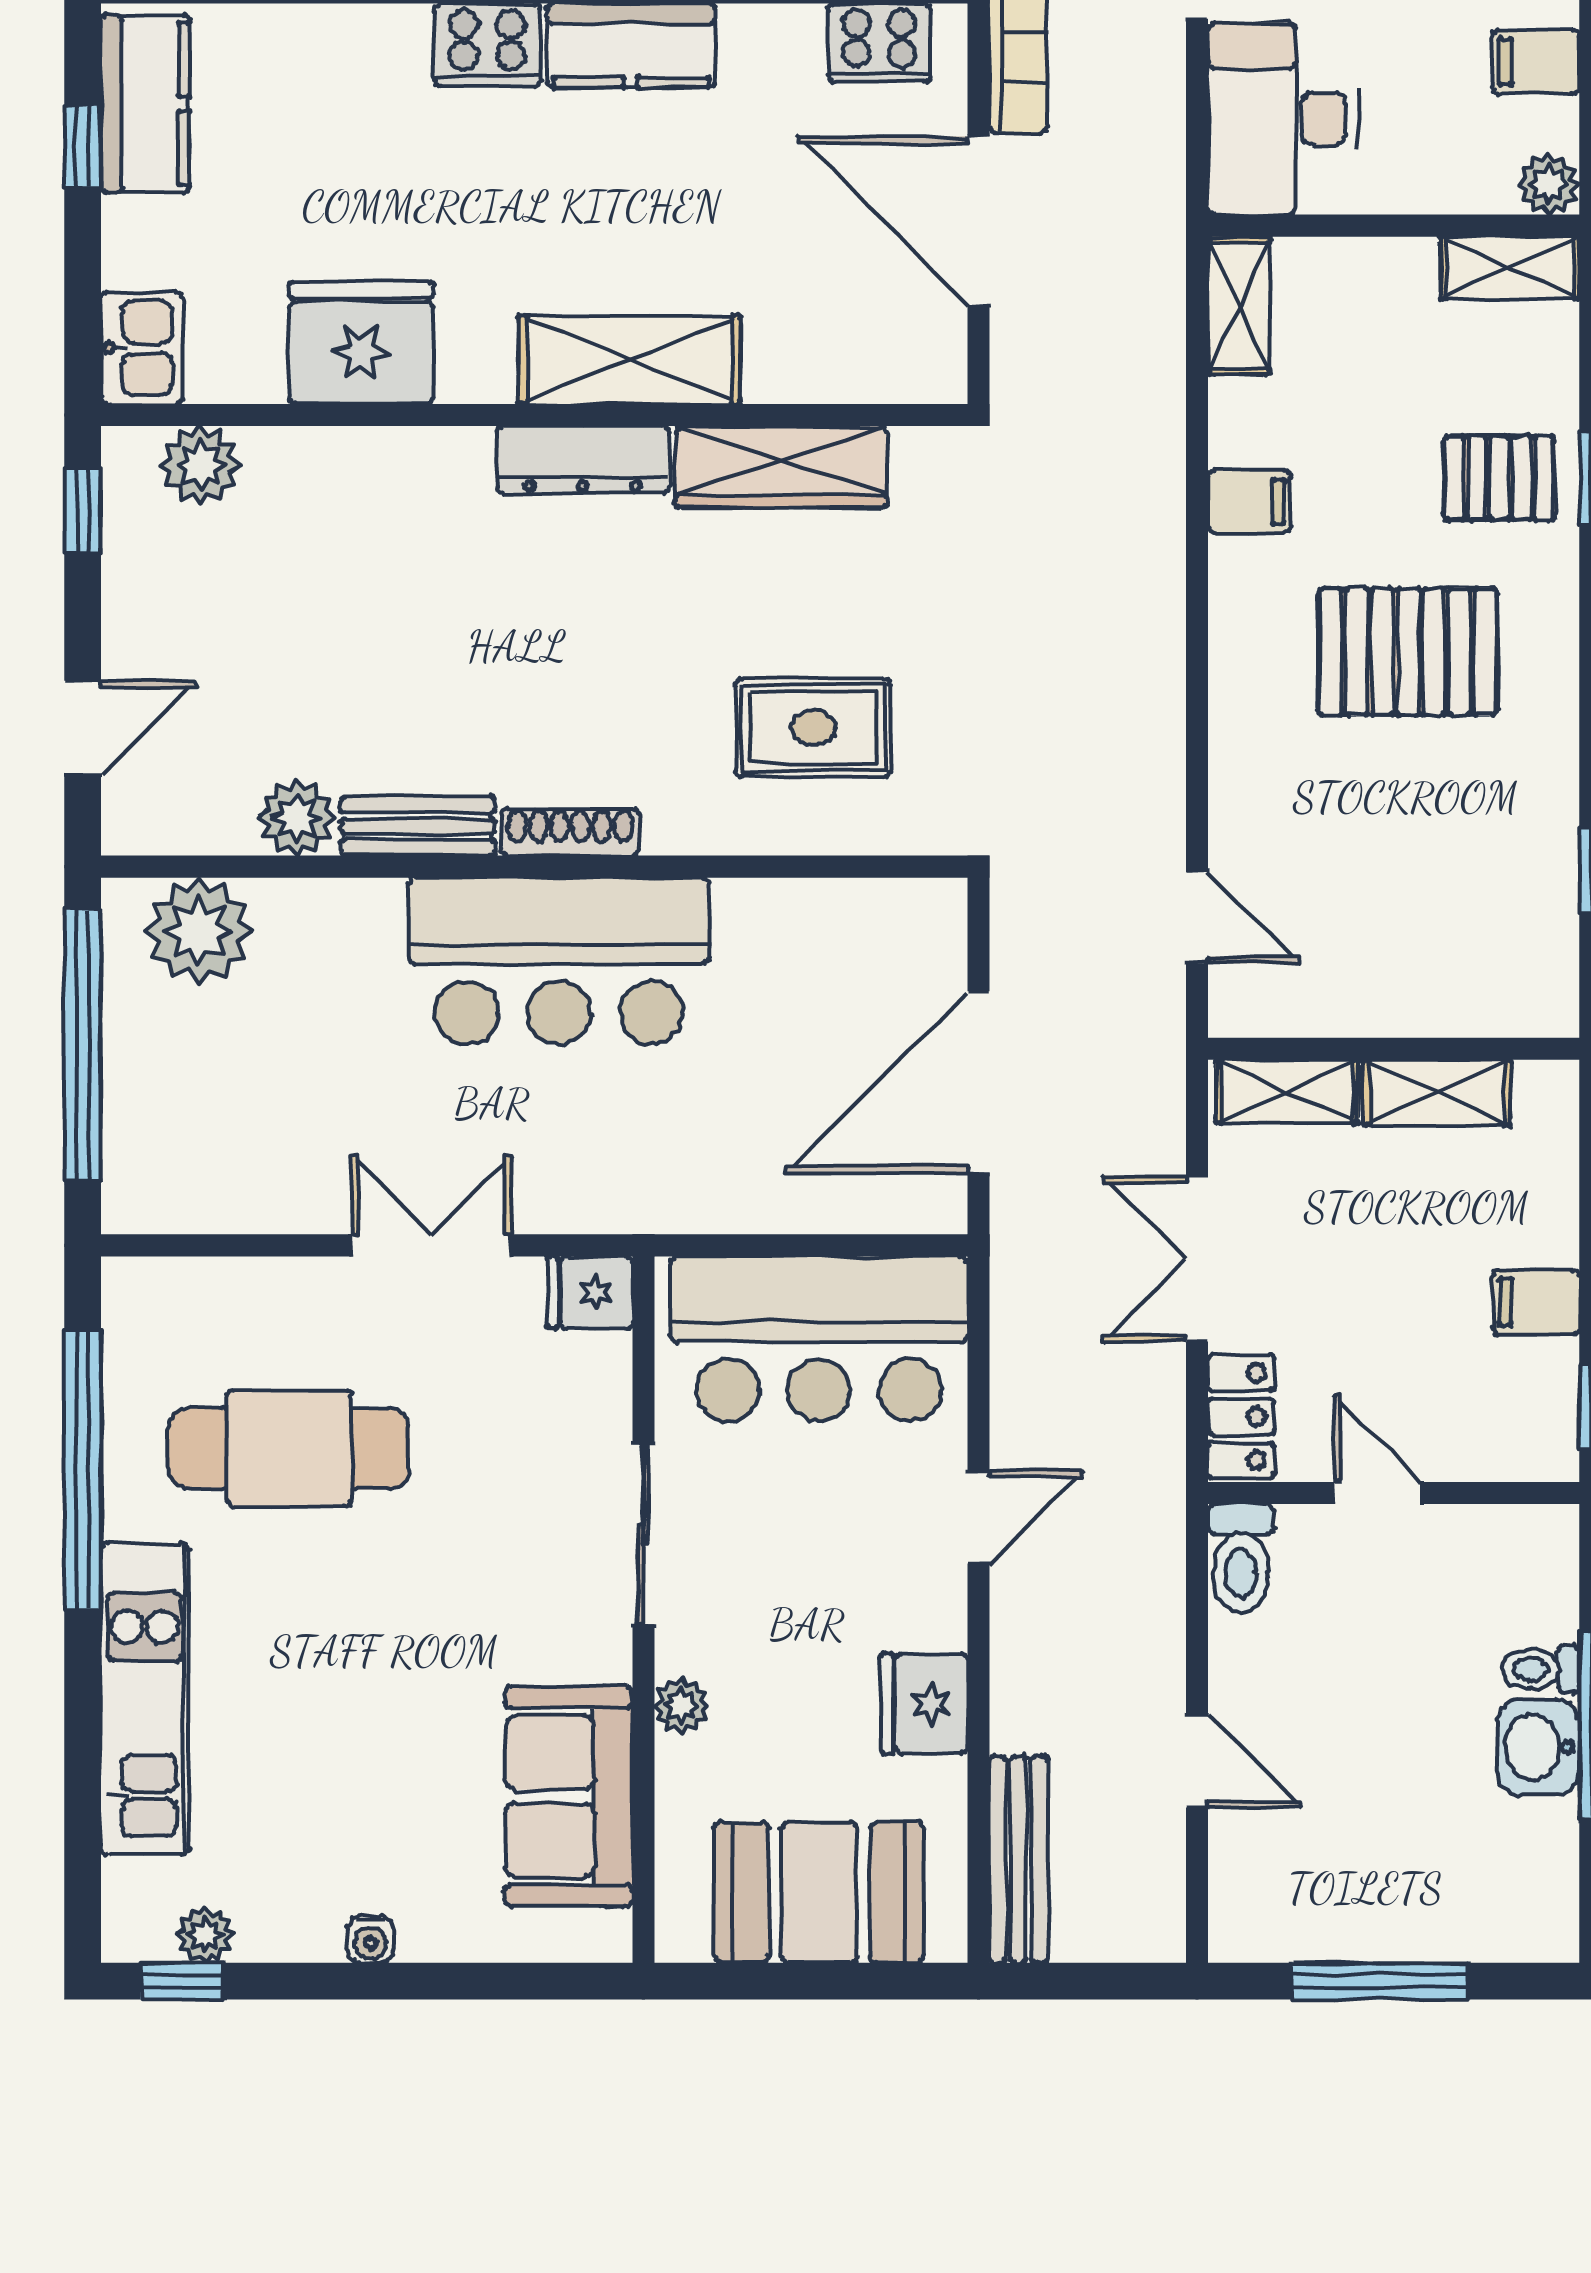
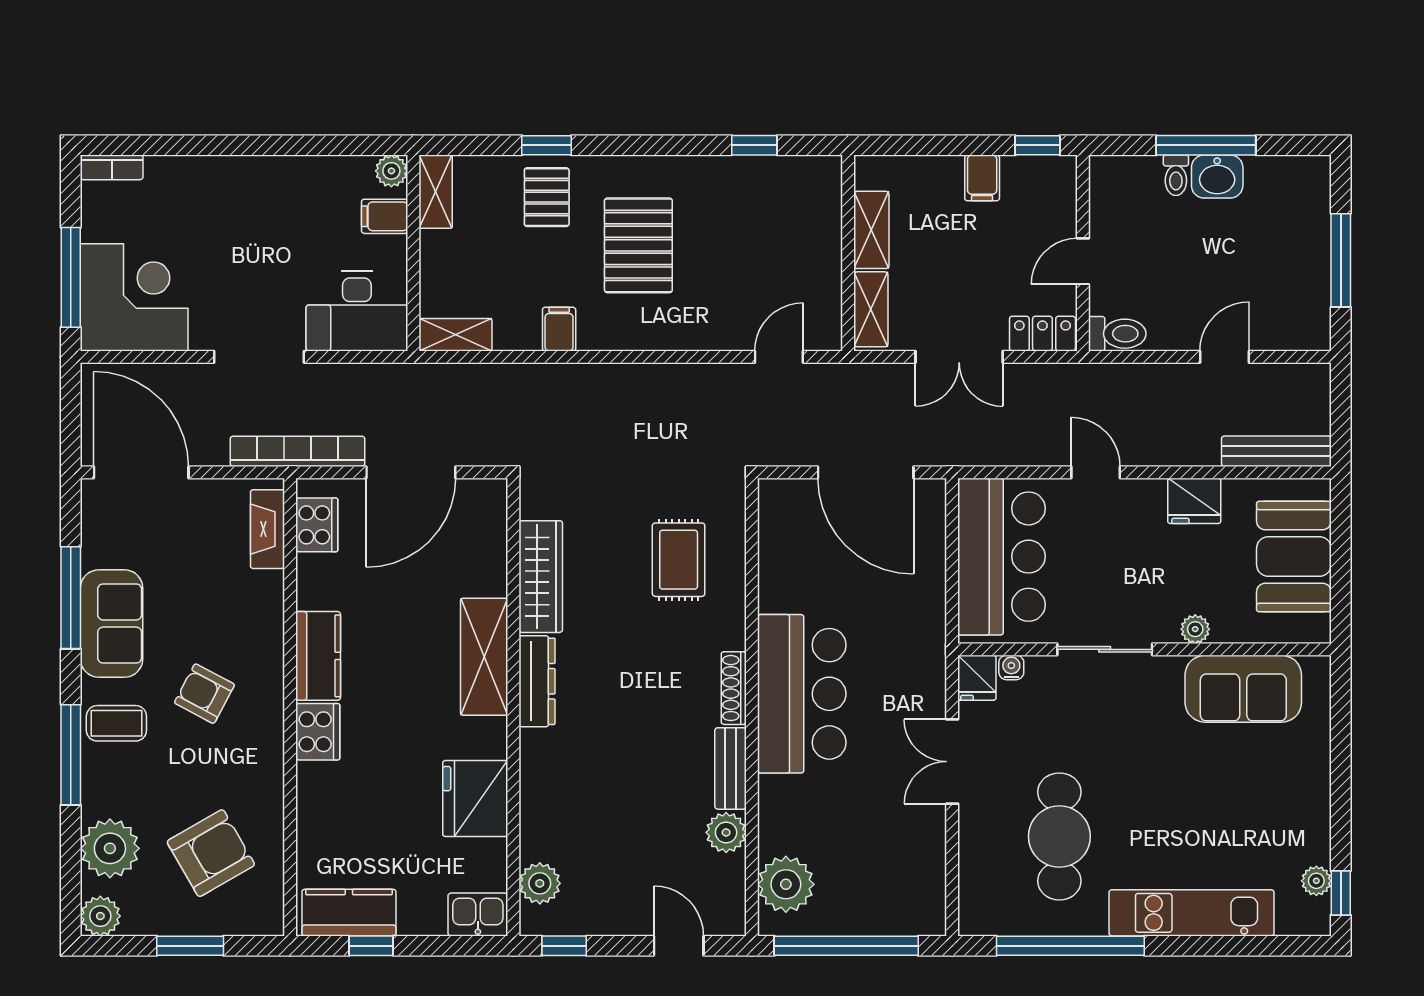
filing cabinet: (1536, 62) -> (385, 216), moved, turned 90
water cooler: (370, 1940) -> (1011, 667), moved, turned -90

